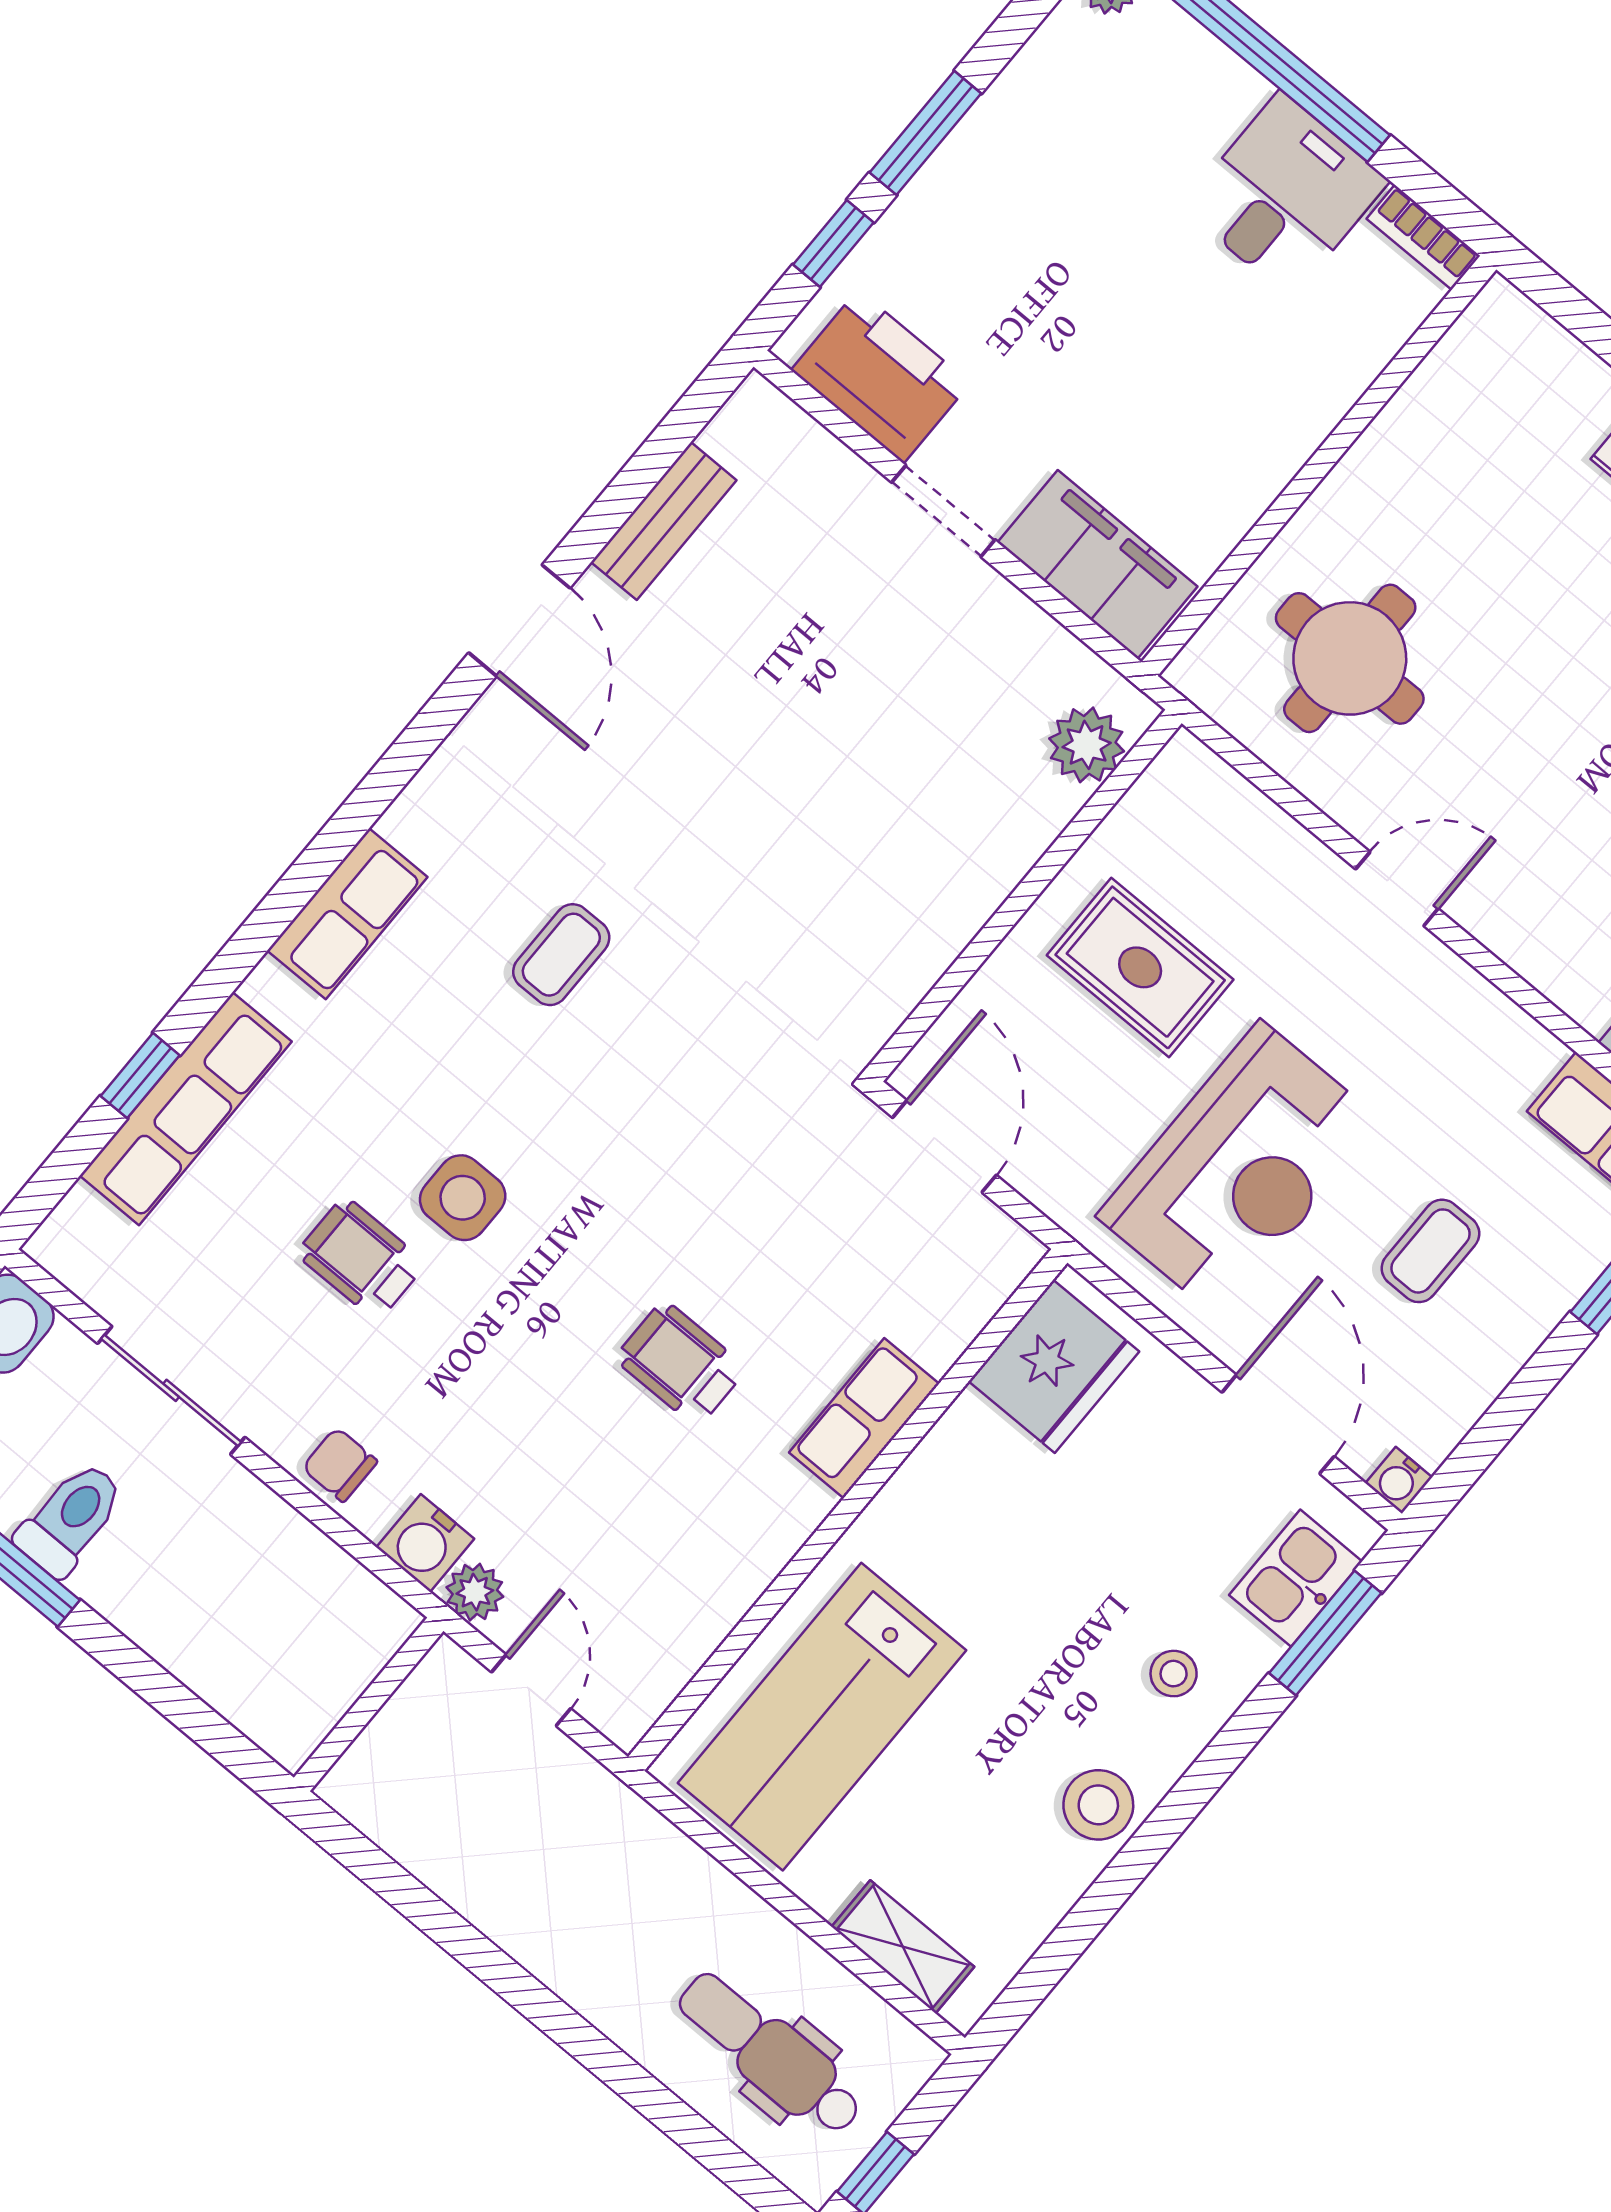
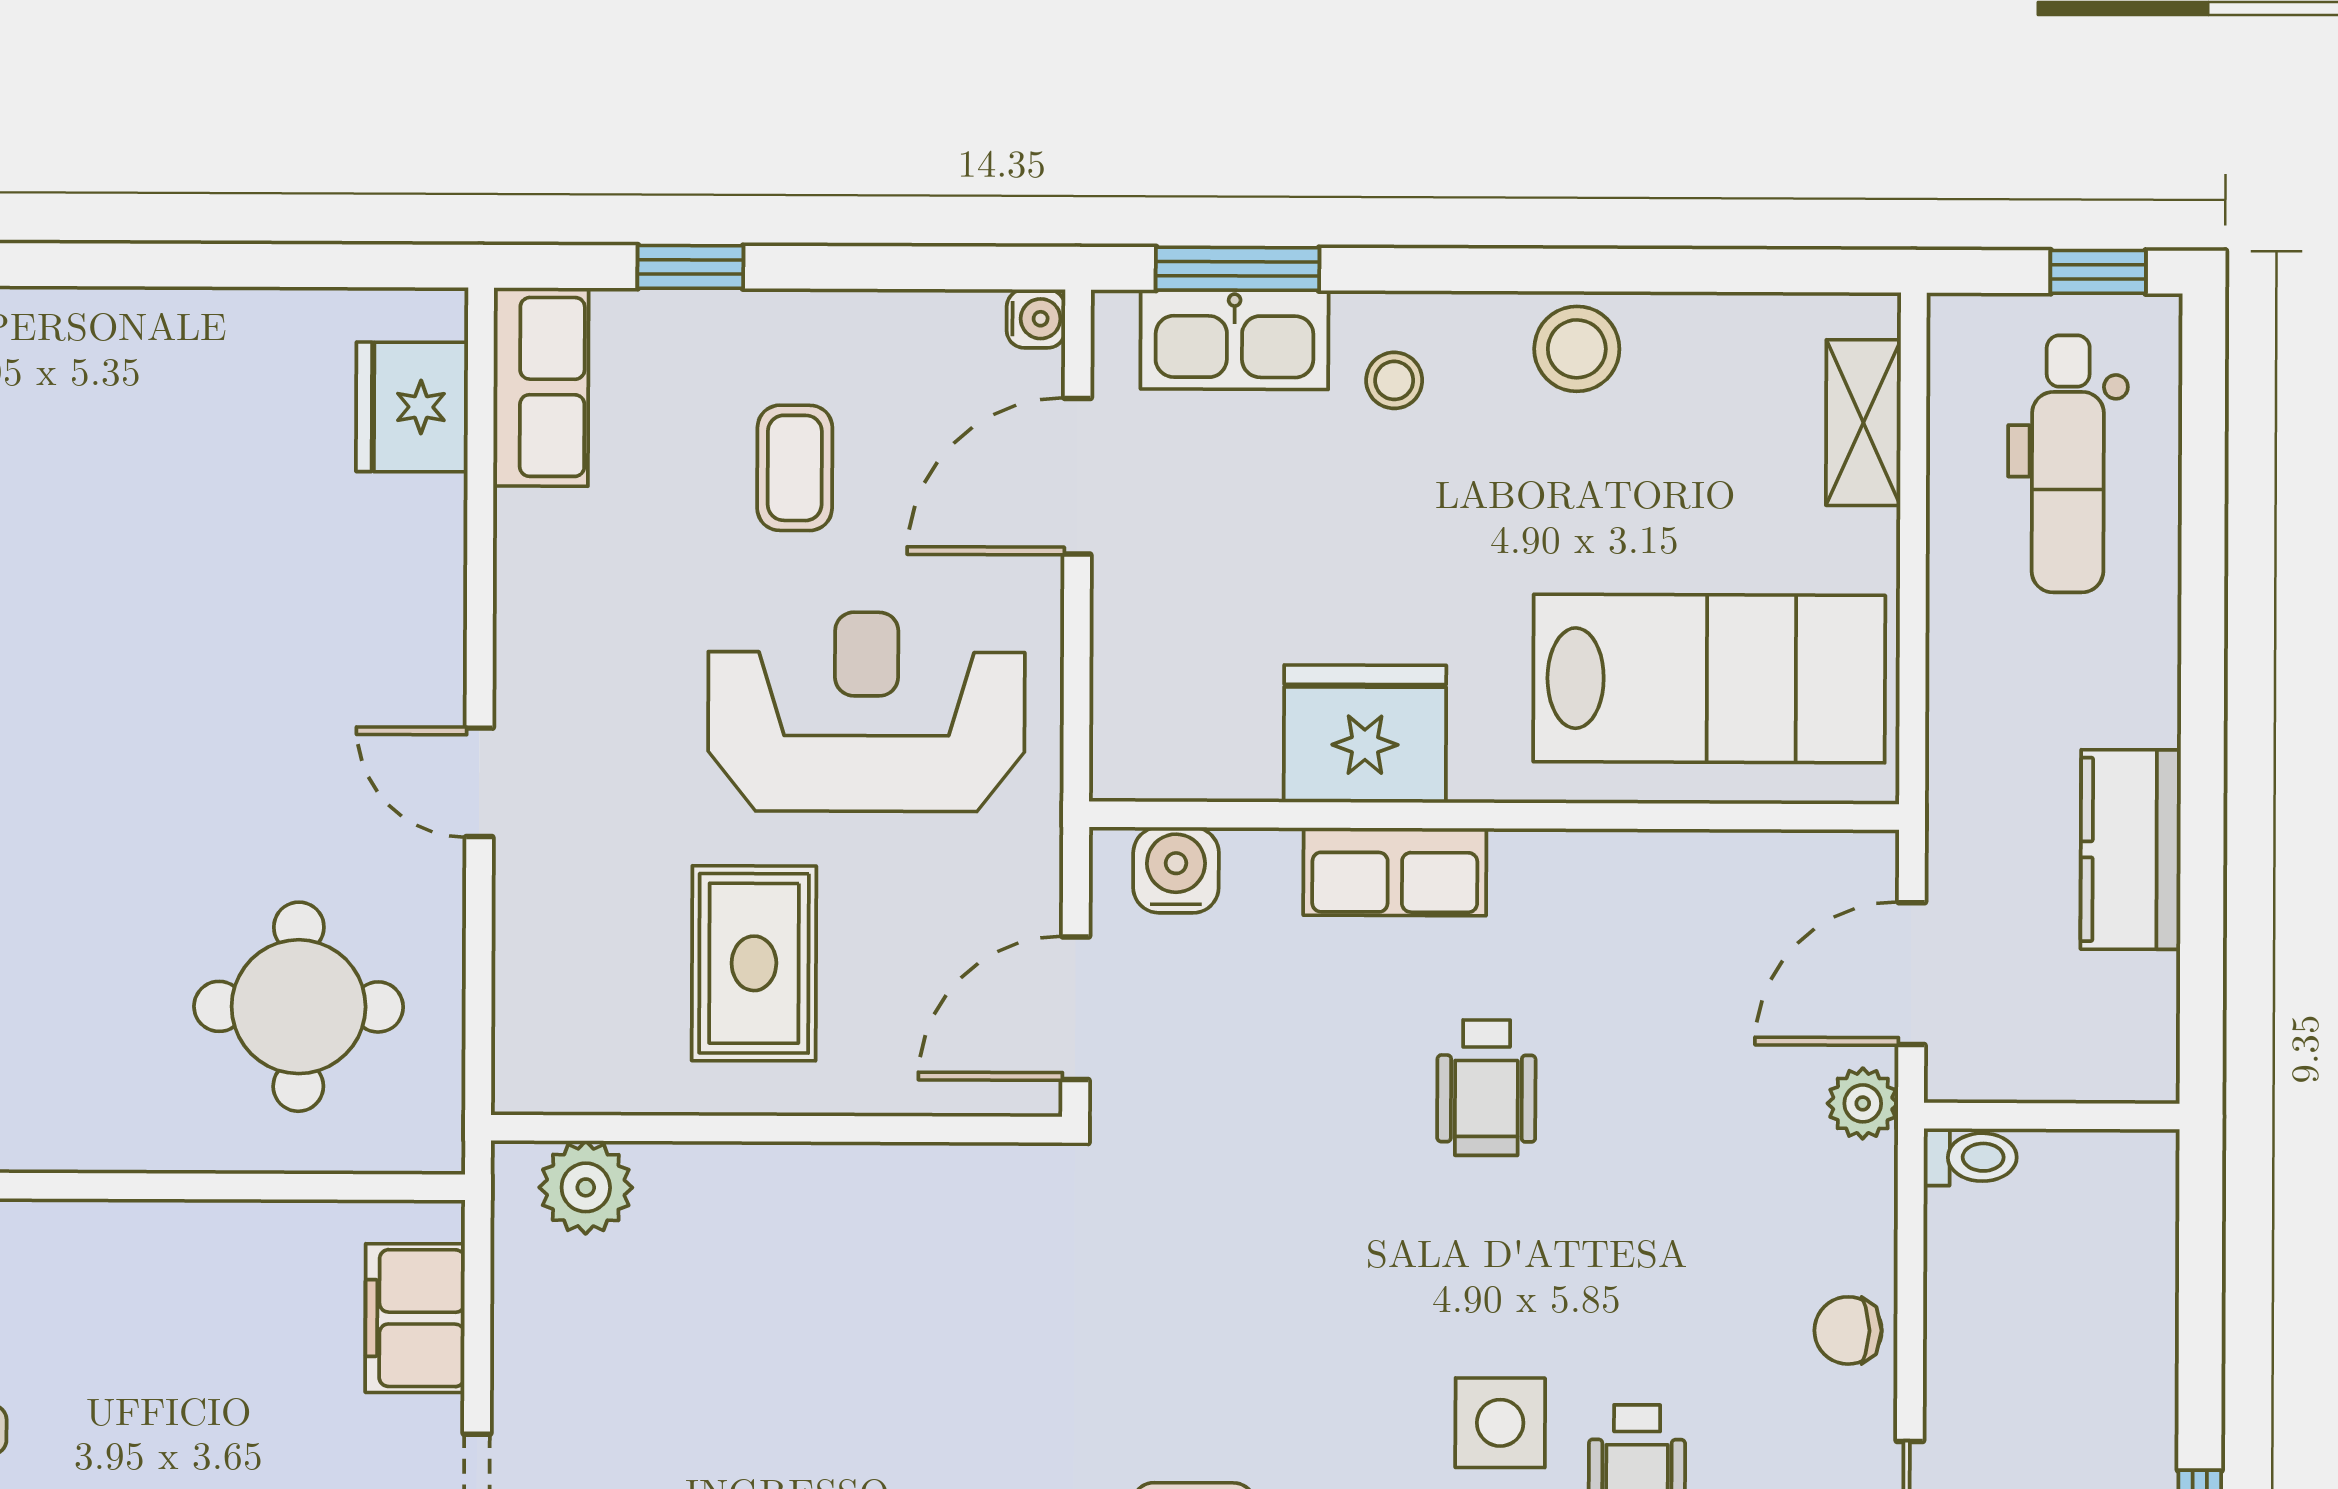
filing cabinet: (1098, 564) -> (415, 1318), width x0.67, depth x0.86
coffee table: (1430, 1251) -> (795, 468), turned 90
fridge: (1054, 1366) -> (1365, 734), moved
chair: (340, 1465) -> (1848, 1330), turned 90
water cooler: (425, 1543) -> (1176, 870), moved, turned -90
kitchen sink: (1296, 1578) -> (1234, 340), width x1.38
toilet: (385, 1632) -> (1970, 1157), added
door: (531, 1690) -> (1911, 974), width x1.37
kitchen counter: (495, 1893) -> (2131, 849), added

